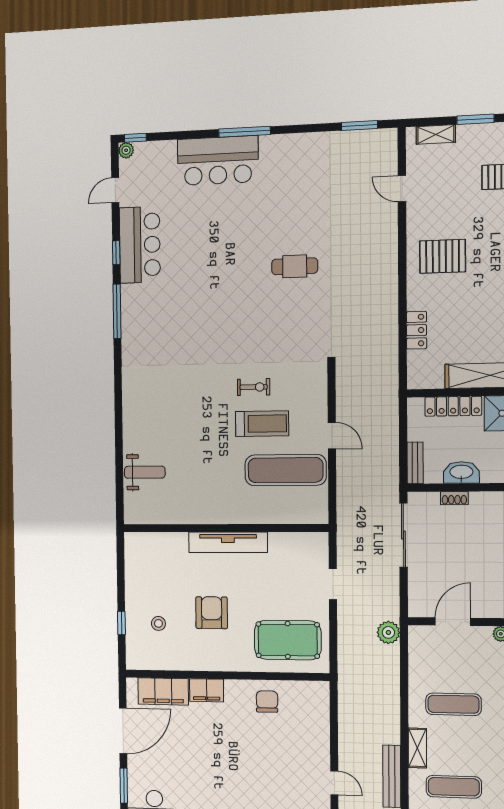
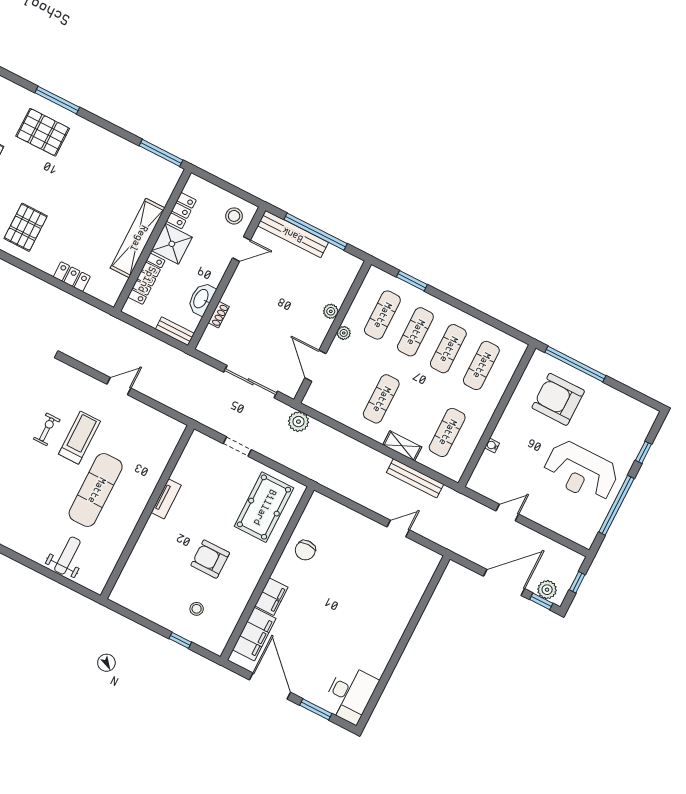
exercise mat: (286, 470) -> (96, 490), moved
sliding door: (403, 535) -> (251, 382), moved
tv unit: (228, 542) -> (166, 499), width x0.52, depth x0.78
chair: (267, 702) -> (305, 550), turned -90

